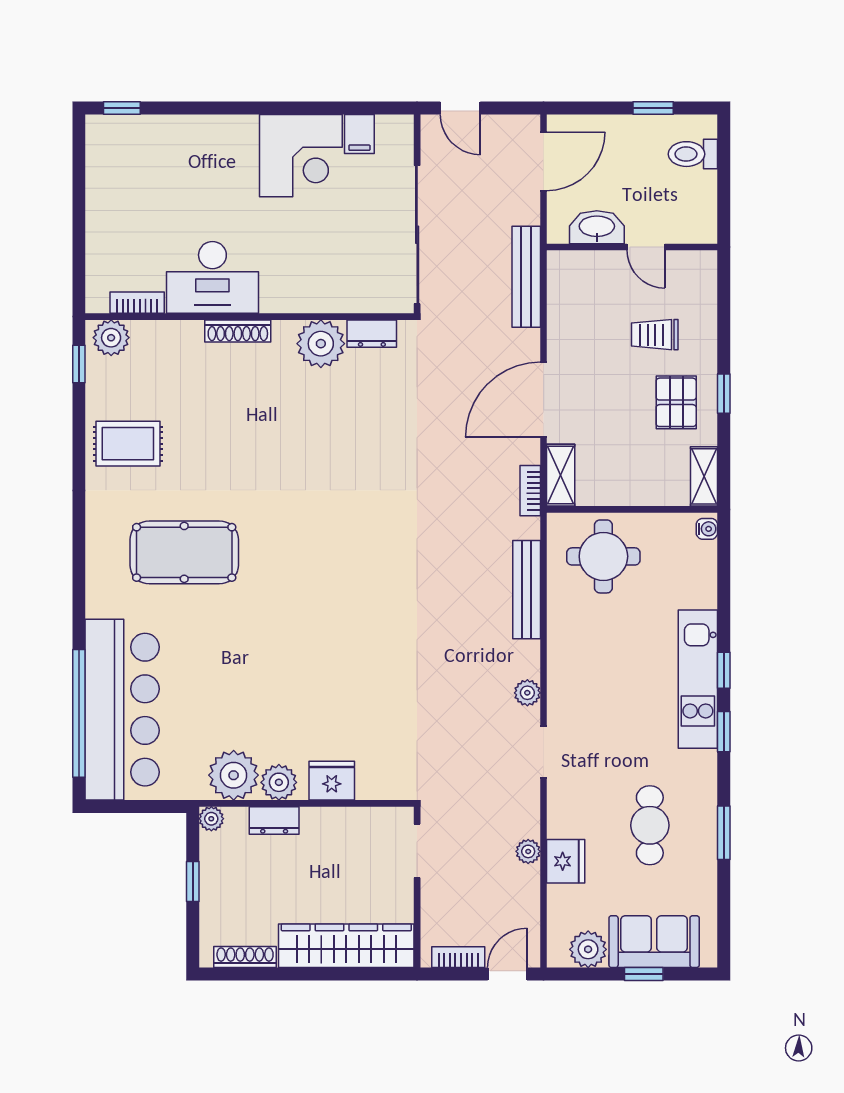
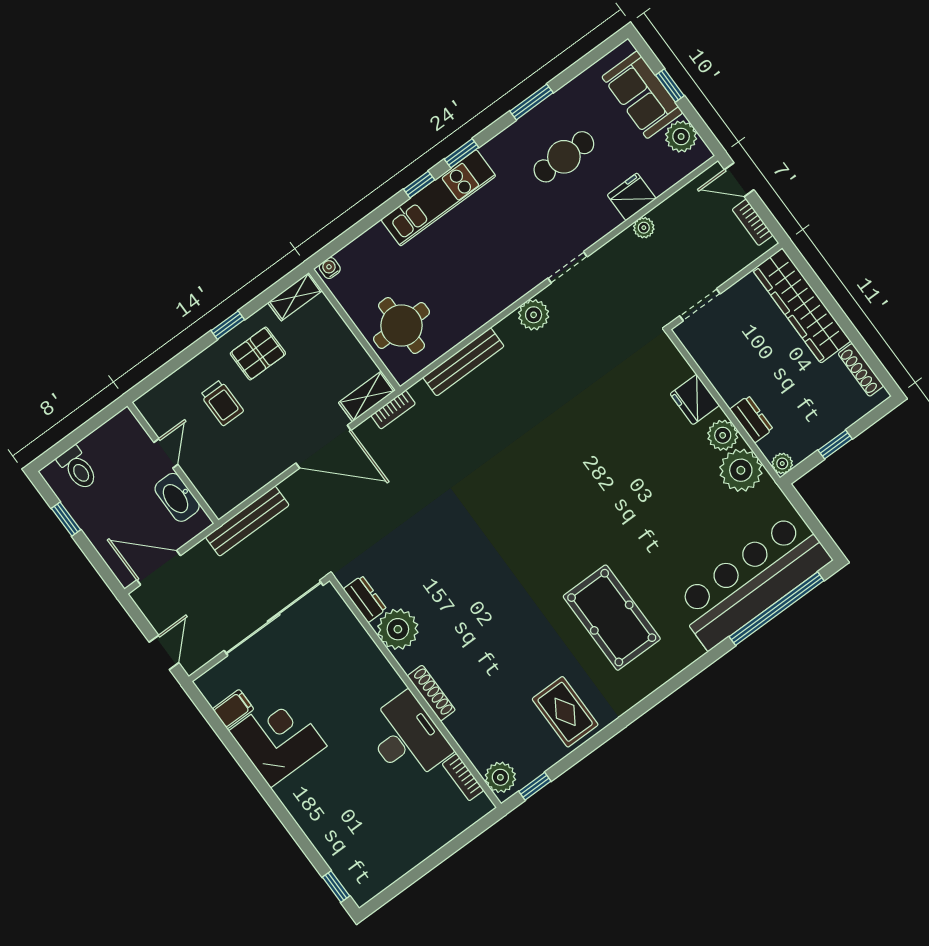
plant: (527, 693) -> (534, 315), width x1.38, depth x1.38

